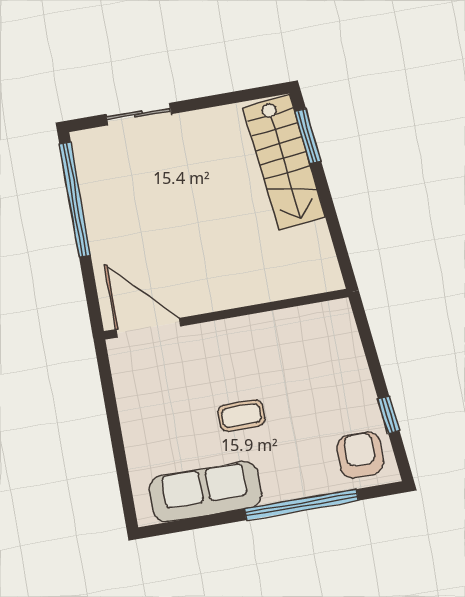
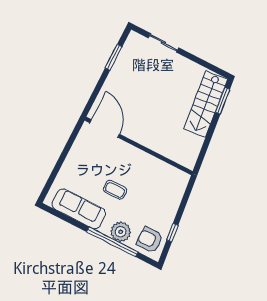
window: (75, 200) -> (114, 57), width x0.47
armchair: (360, 455) -> (150, 240), turned -90
plant: (302, 478) -> (121, 232), added

